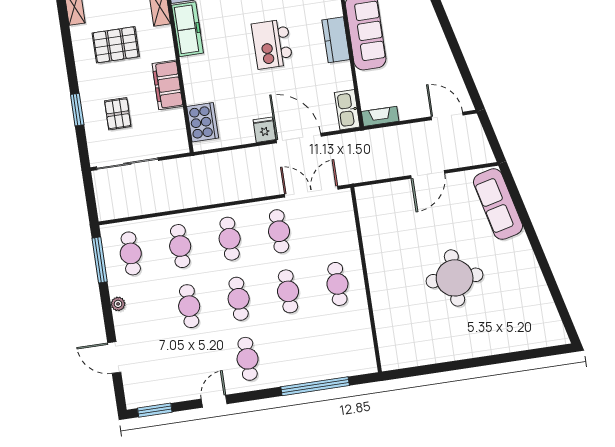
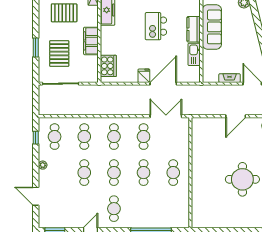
kitchen sink: (347, 110) -> (194, 54), moved
pallet: (118, 114) -> (59, 53), width x1.50, depth x1.42
fireplace: (380, 116) -> (230, 78), moved
door: (299, 138) -> (163, 84), hinge flipped
window: (100, 260) -> (36, 138), width x0.46

